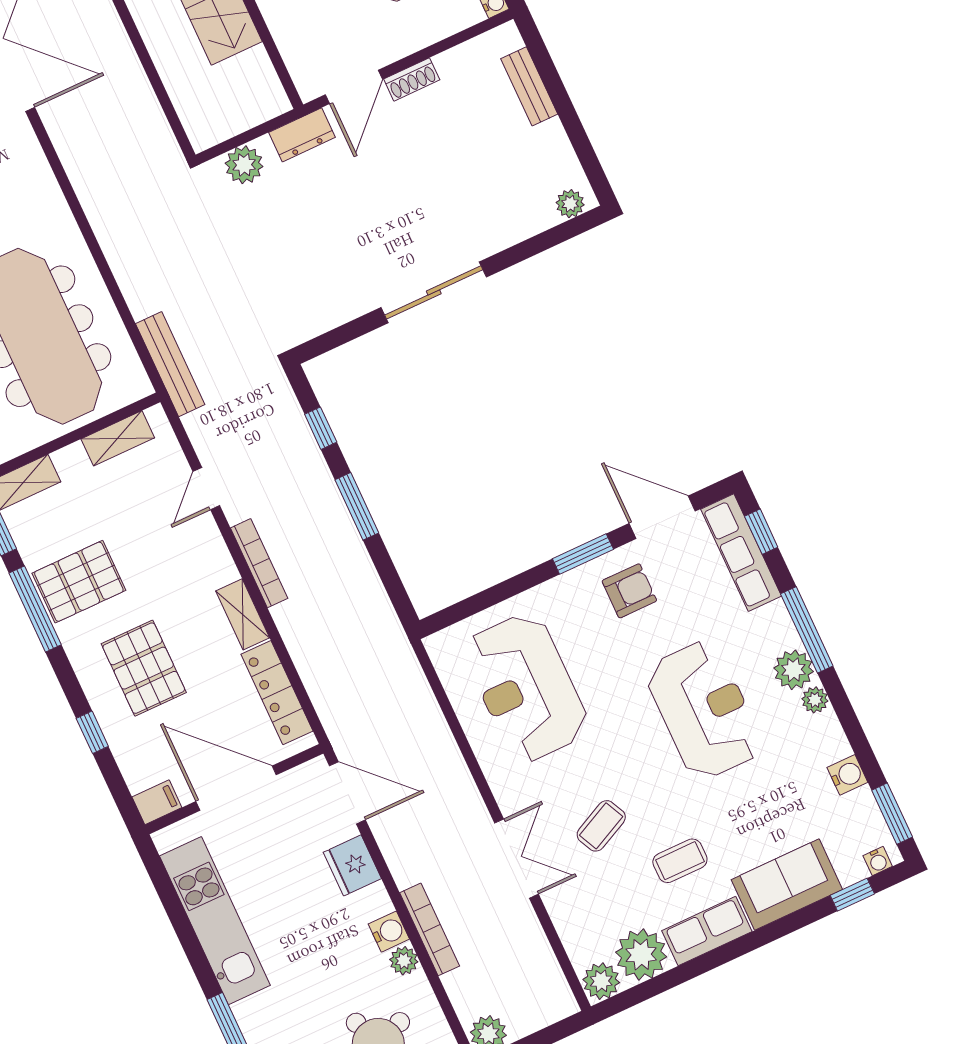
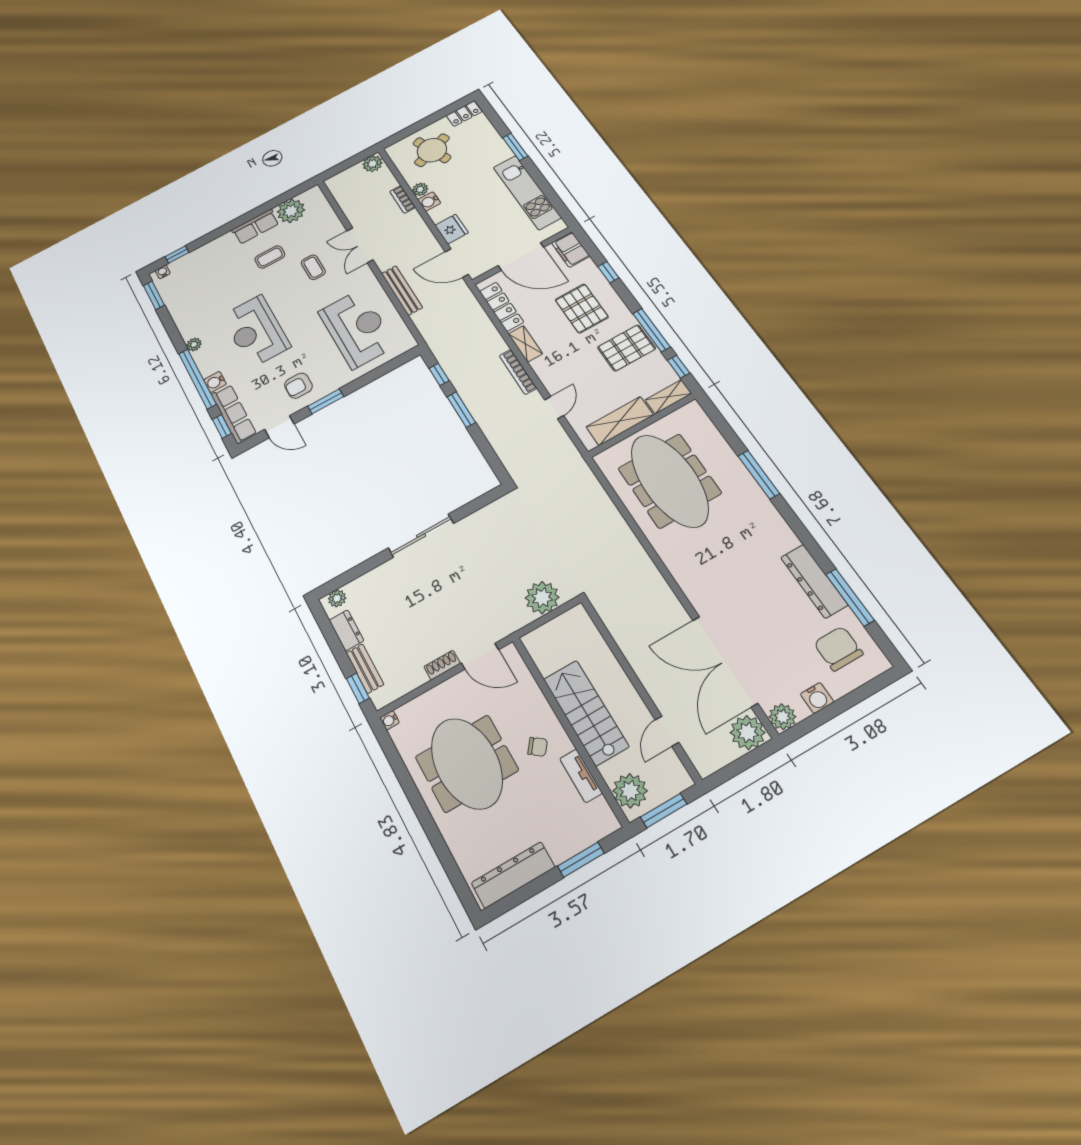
window: (541, 57) -> (358, 688), added
door: (354, 87) -> (480, 656), swing flipped
dresser: (302, 135) -> (346, 630), moved, turned 90
plant: (244, 165) -> (542, 598), width x1.36, depth x1.36
bench: (170, 364) -> (402, 290), moved
window: (321, 428) -> (439, 374), moved
shelving: (118, 438) -> (620, 421), width x1.50, depth x1.33
door: (662, 517) -> (279, 427), width x0.73
window: (807, 630) -> (197, 379), width x1.46
plant: (794, 670) -> (205, 358), removed
water cooler: (847, 775) -> (215, 382), moved
filing cabinet: (157, 802) -> (571, 250), width x2.00
coffee table: (601, 826) -> (313, 267), turned -64
sofa: (787, 885) -> (212, 254), removed
bookcase: (430, 929) -> (403, 199), width x0.64
plant: (601, 981) -> (312, 196), removed

